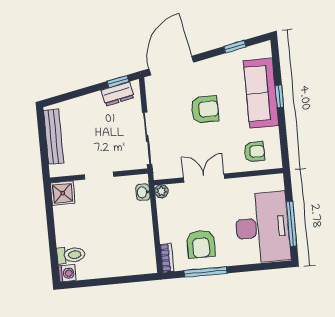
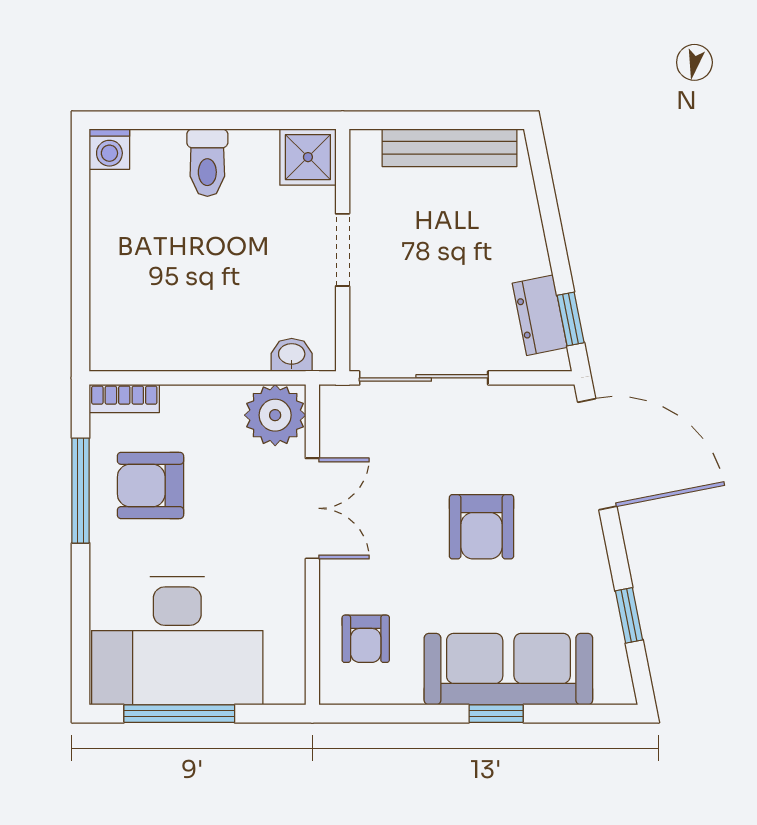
plant: (161, 191) -> (275, 415), width x1.87, depth x1.87
toilet: (71, 255) -> (207, 163), moved

